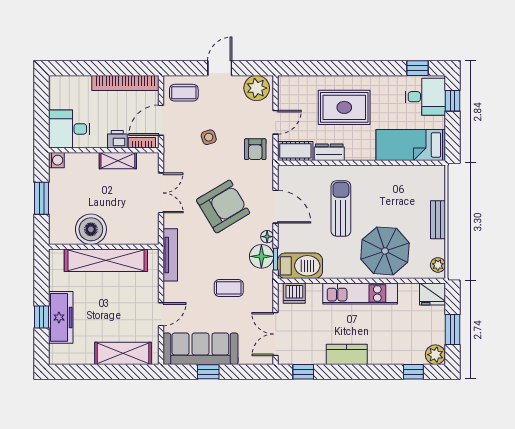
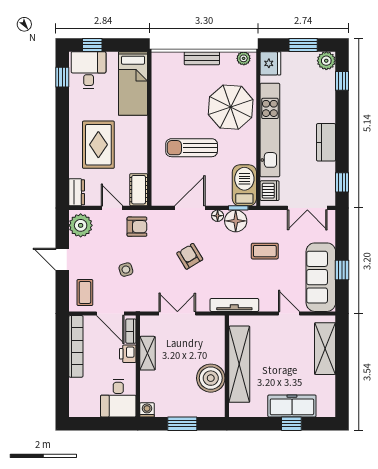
dresser: (329, 152) -> (77, 192), moved, turned 180
armchair: (223, 206) -> (190, 256), width x0.53, depth x0.53
coffee table: (229, 288) -> (265, 251), turned 90
kitchen unit: (360, 293) -> (270, 130), width x1.36

